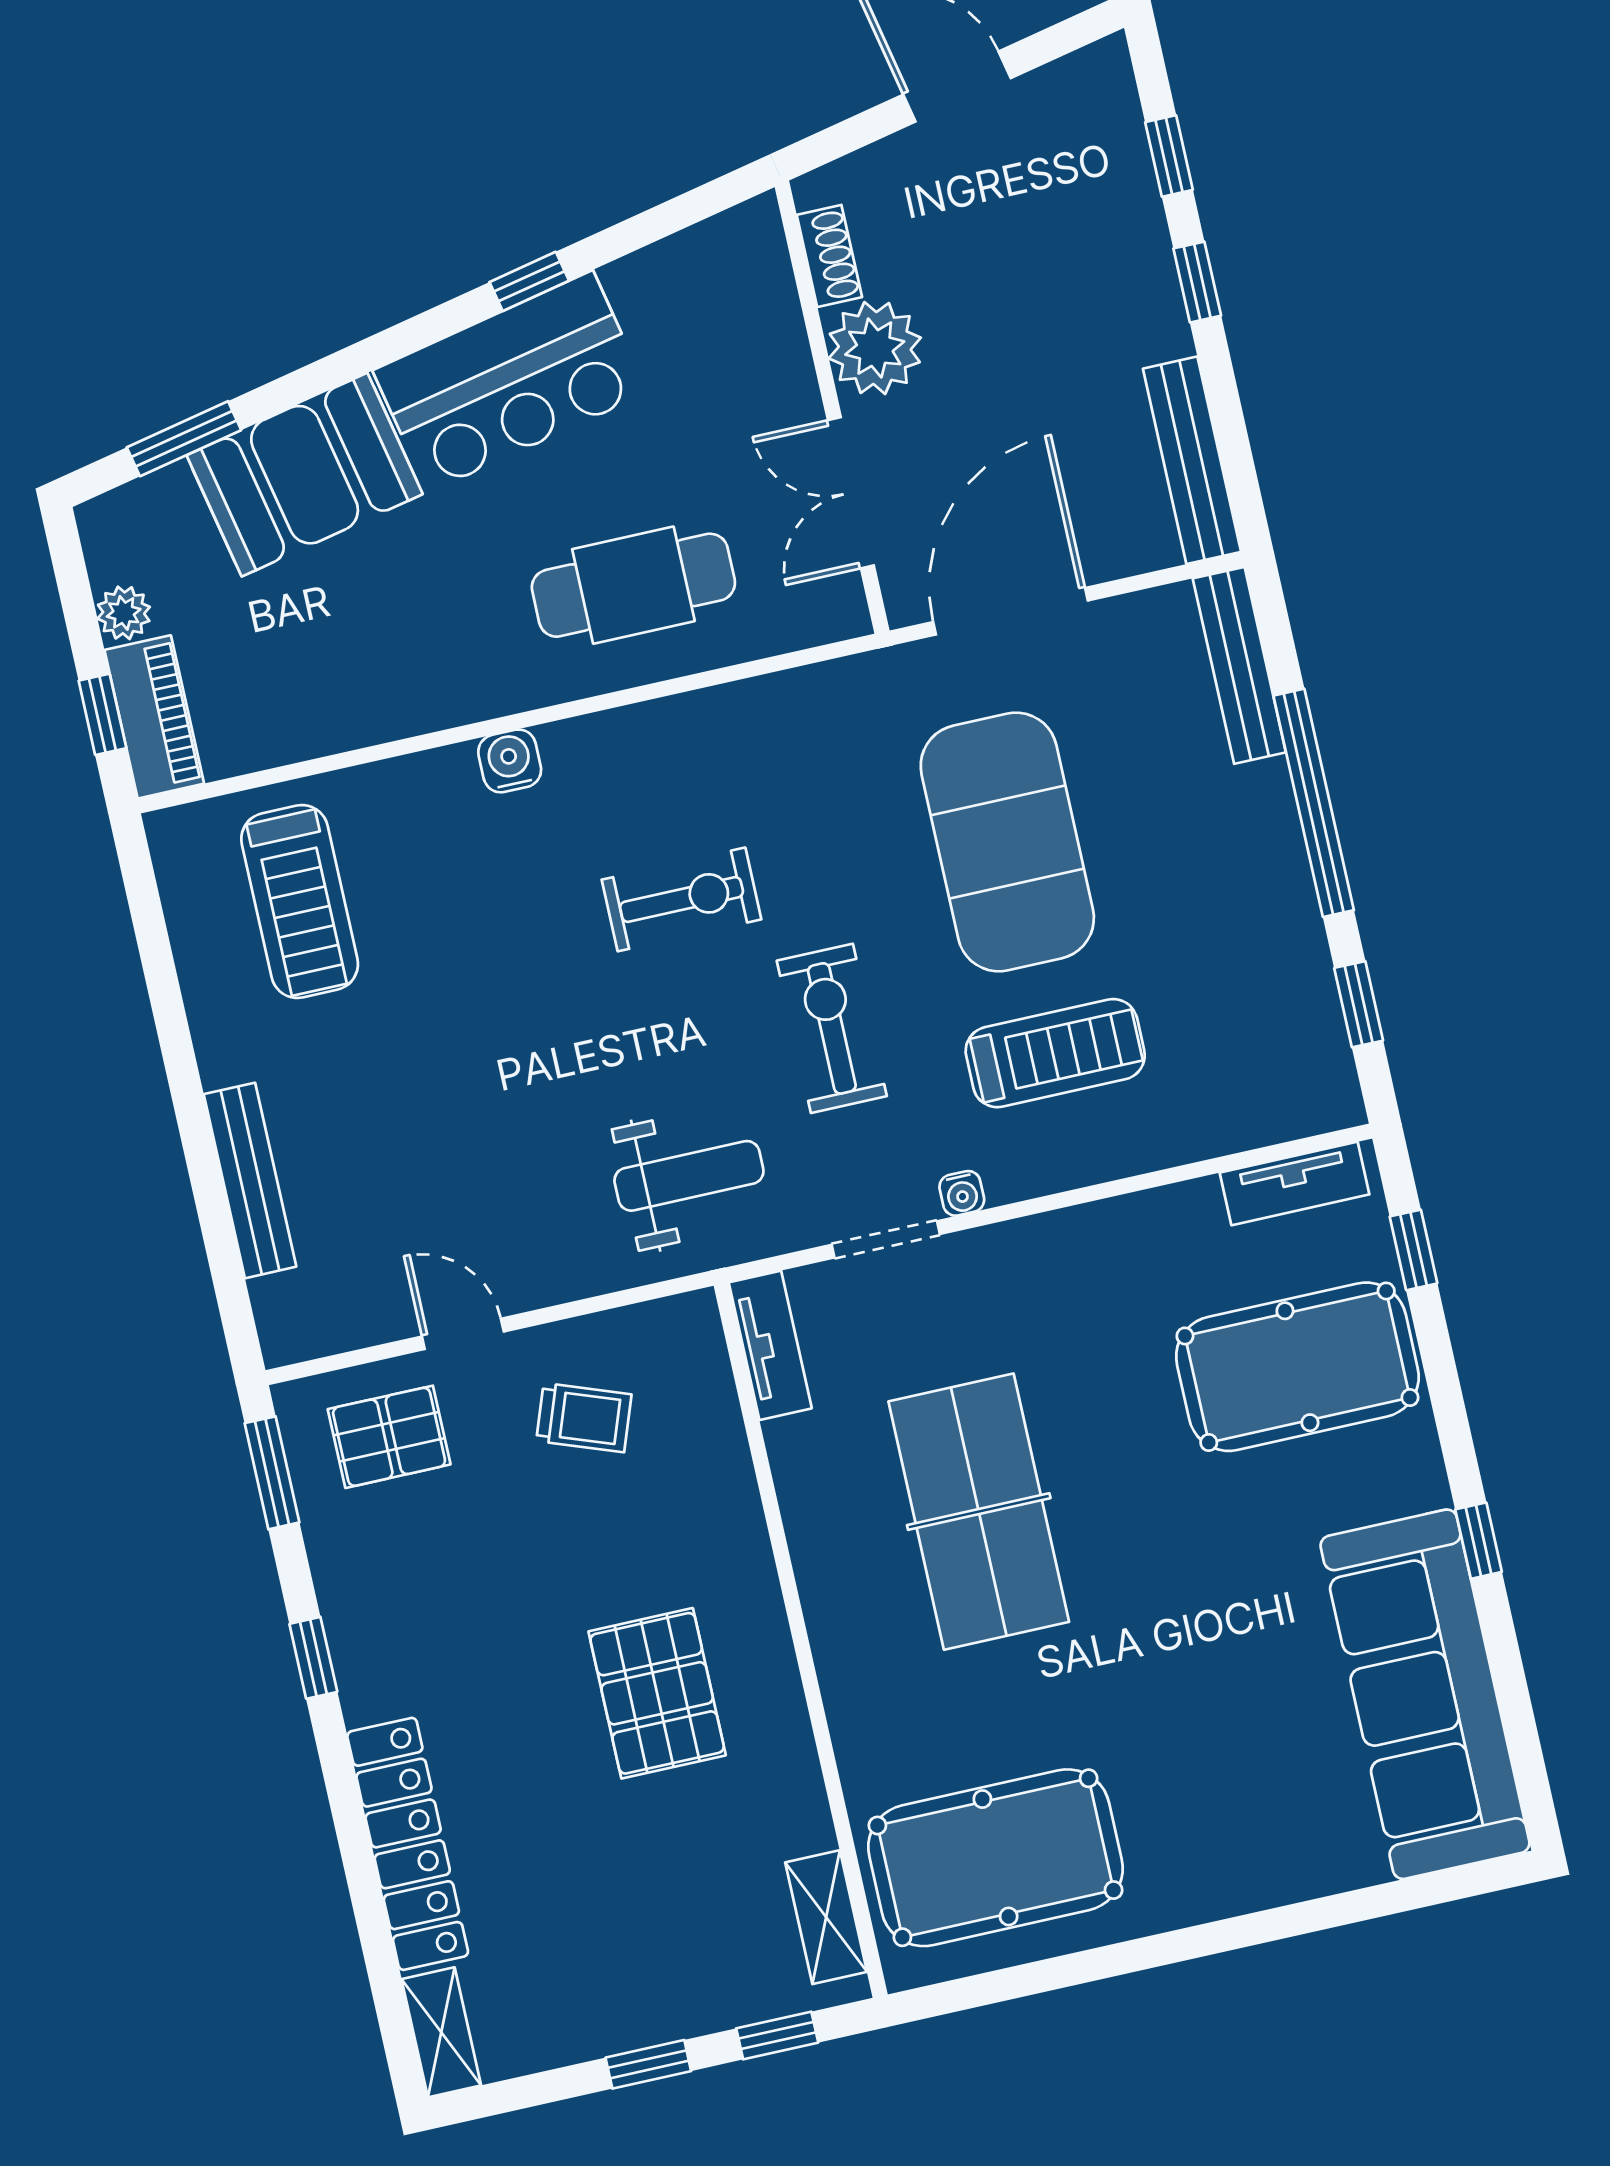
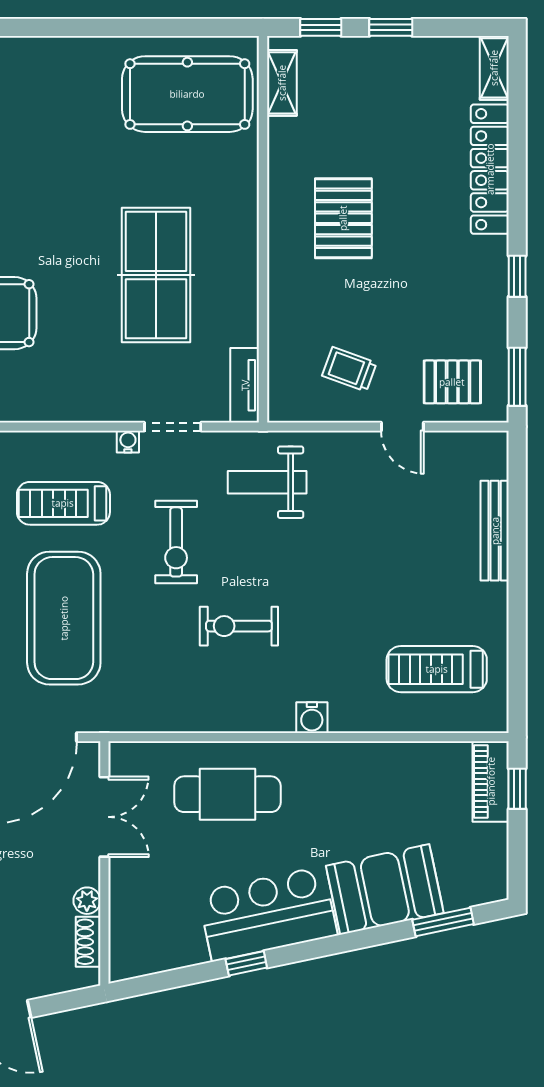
plant: (875, 348) -> (87, 901), width x0.53, depth x0.53
plant: (124, 613) -> (494, 839), removed
treadmill: (300, 902) -> (437, 669), turned -90

